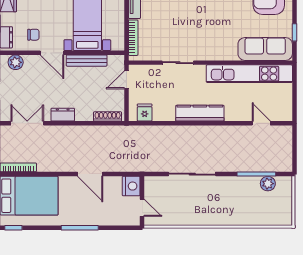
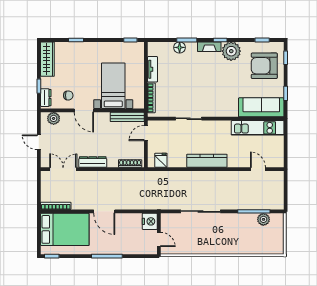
bench: (87, 61) -> (127, 117), moved
kitchen unit: (249, 74) -> (258, 128), width x0.73
dresser: (63, 115) -> (93, 162), width x1.44
door: (90, 174) -> (104, 211), moved

